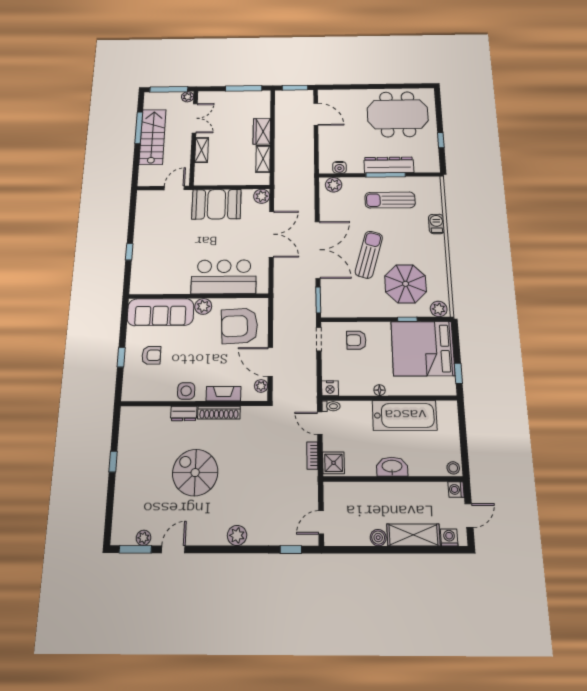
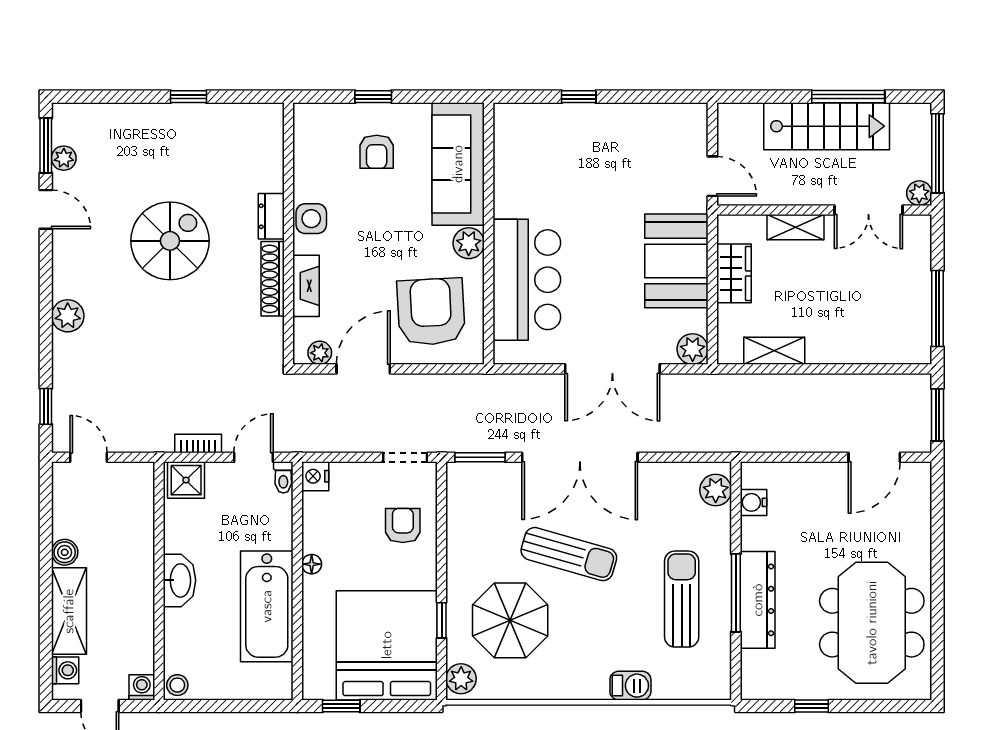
wardrobe: (262, 131) -> (734, 273), moved, turned 90

